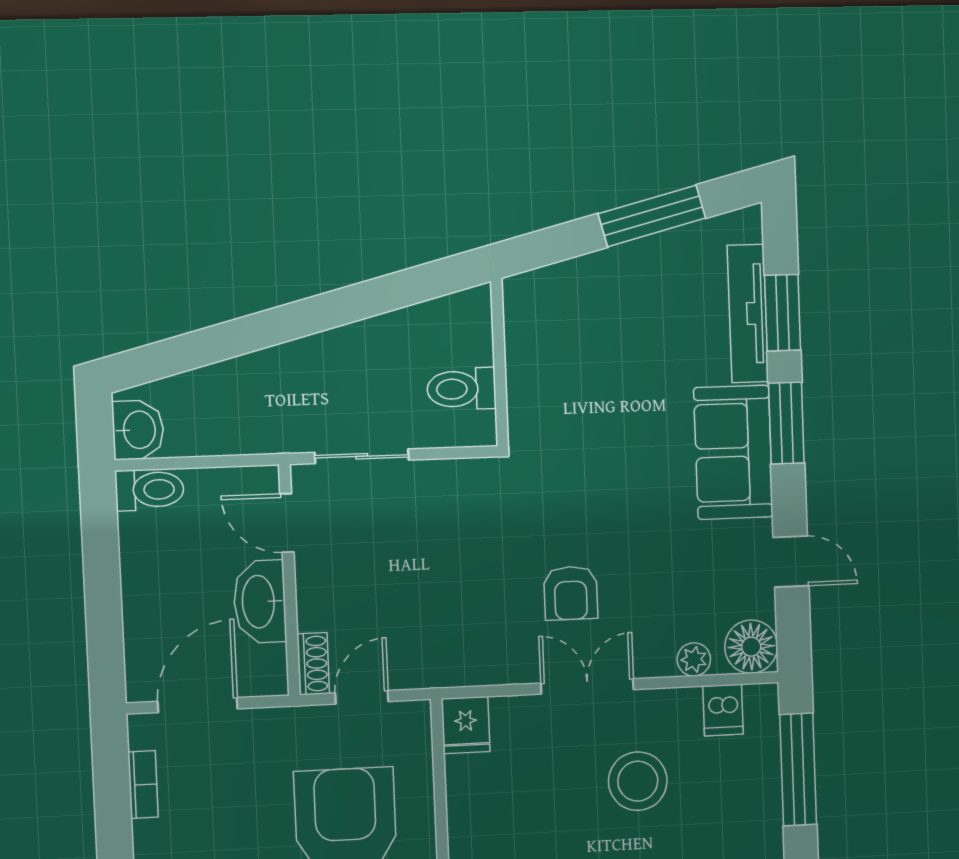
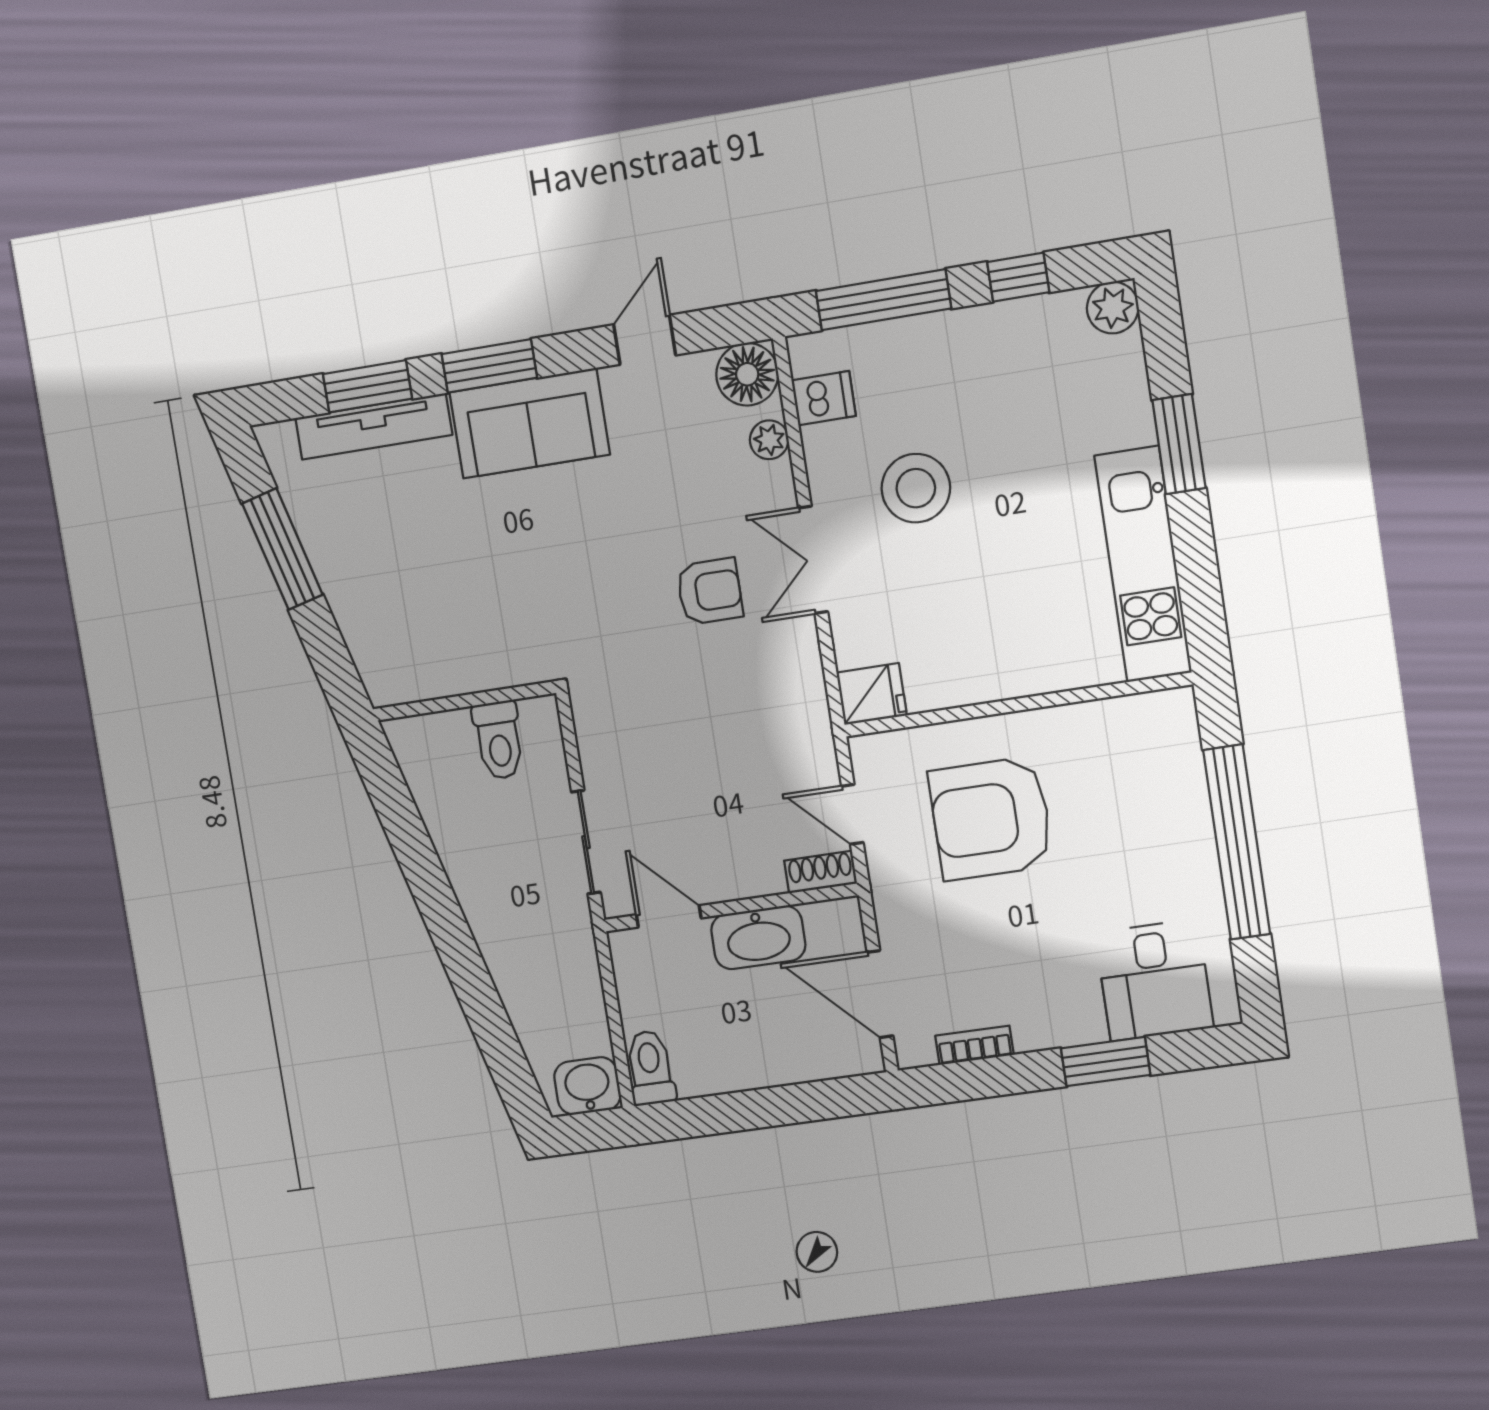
door: (287, 523) -> (669, 916), swing flipped

